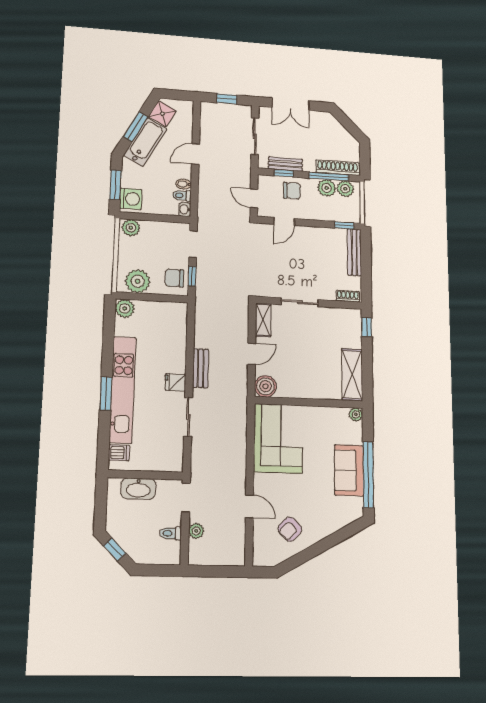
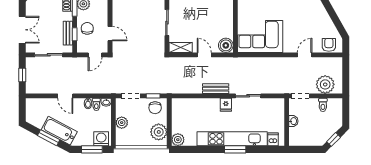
shower: (162, 114) -> (37, 120), removed
plant: (131, 228) -> (122, 123), moved
washbasin: (138, 489) -> (293, 121), width x0.52, depth x0.69
armchair: (290, 529) -> (329, 45), moved, turned -134
plant: (196, 531) -> (325, 84), width x1.88, depth x1.88

